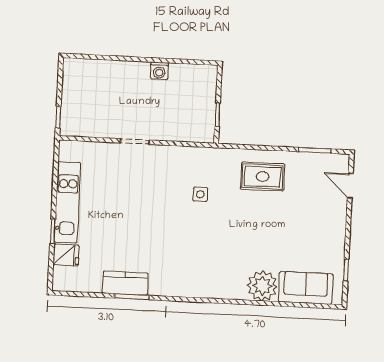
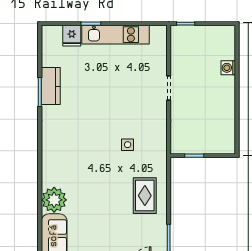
washing machine: (159, 71) -> (228, 68), moved

